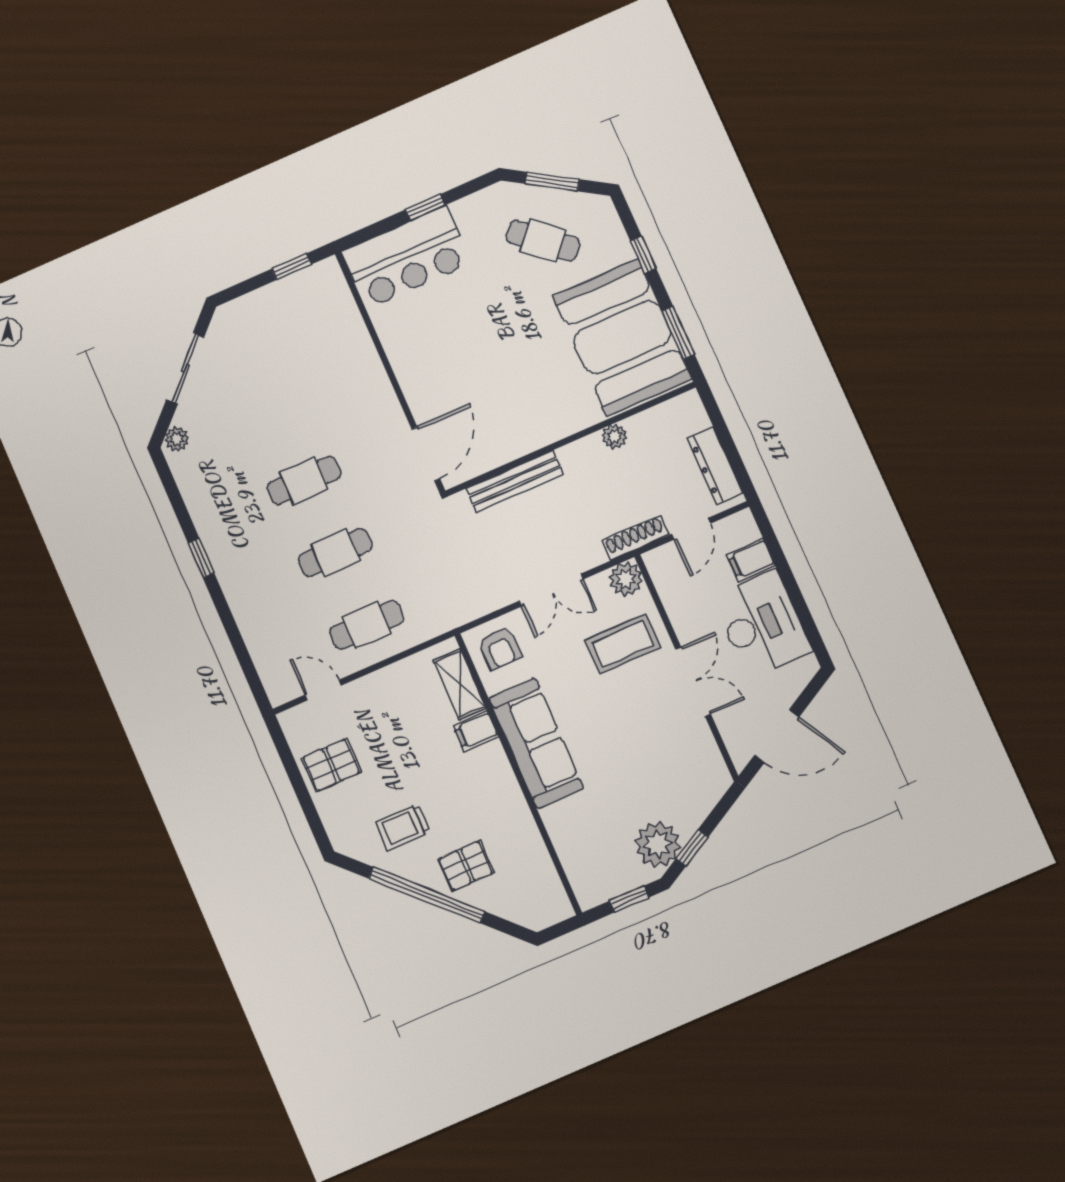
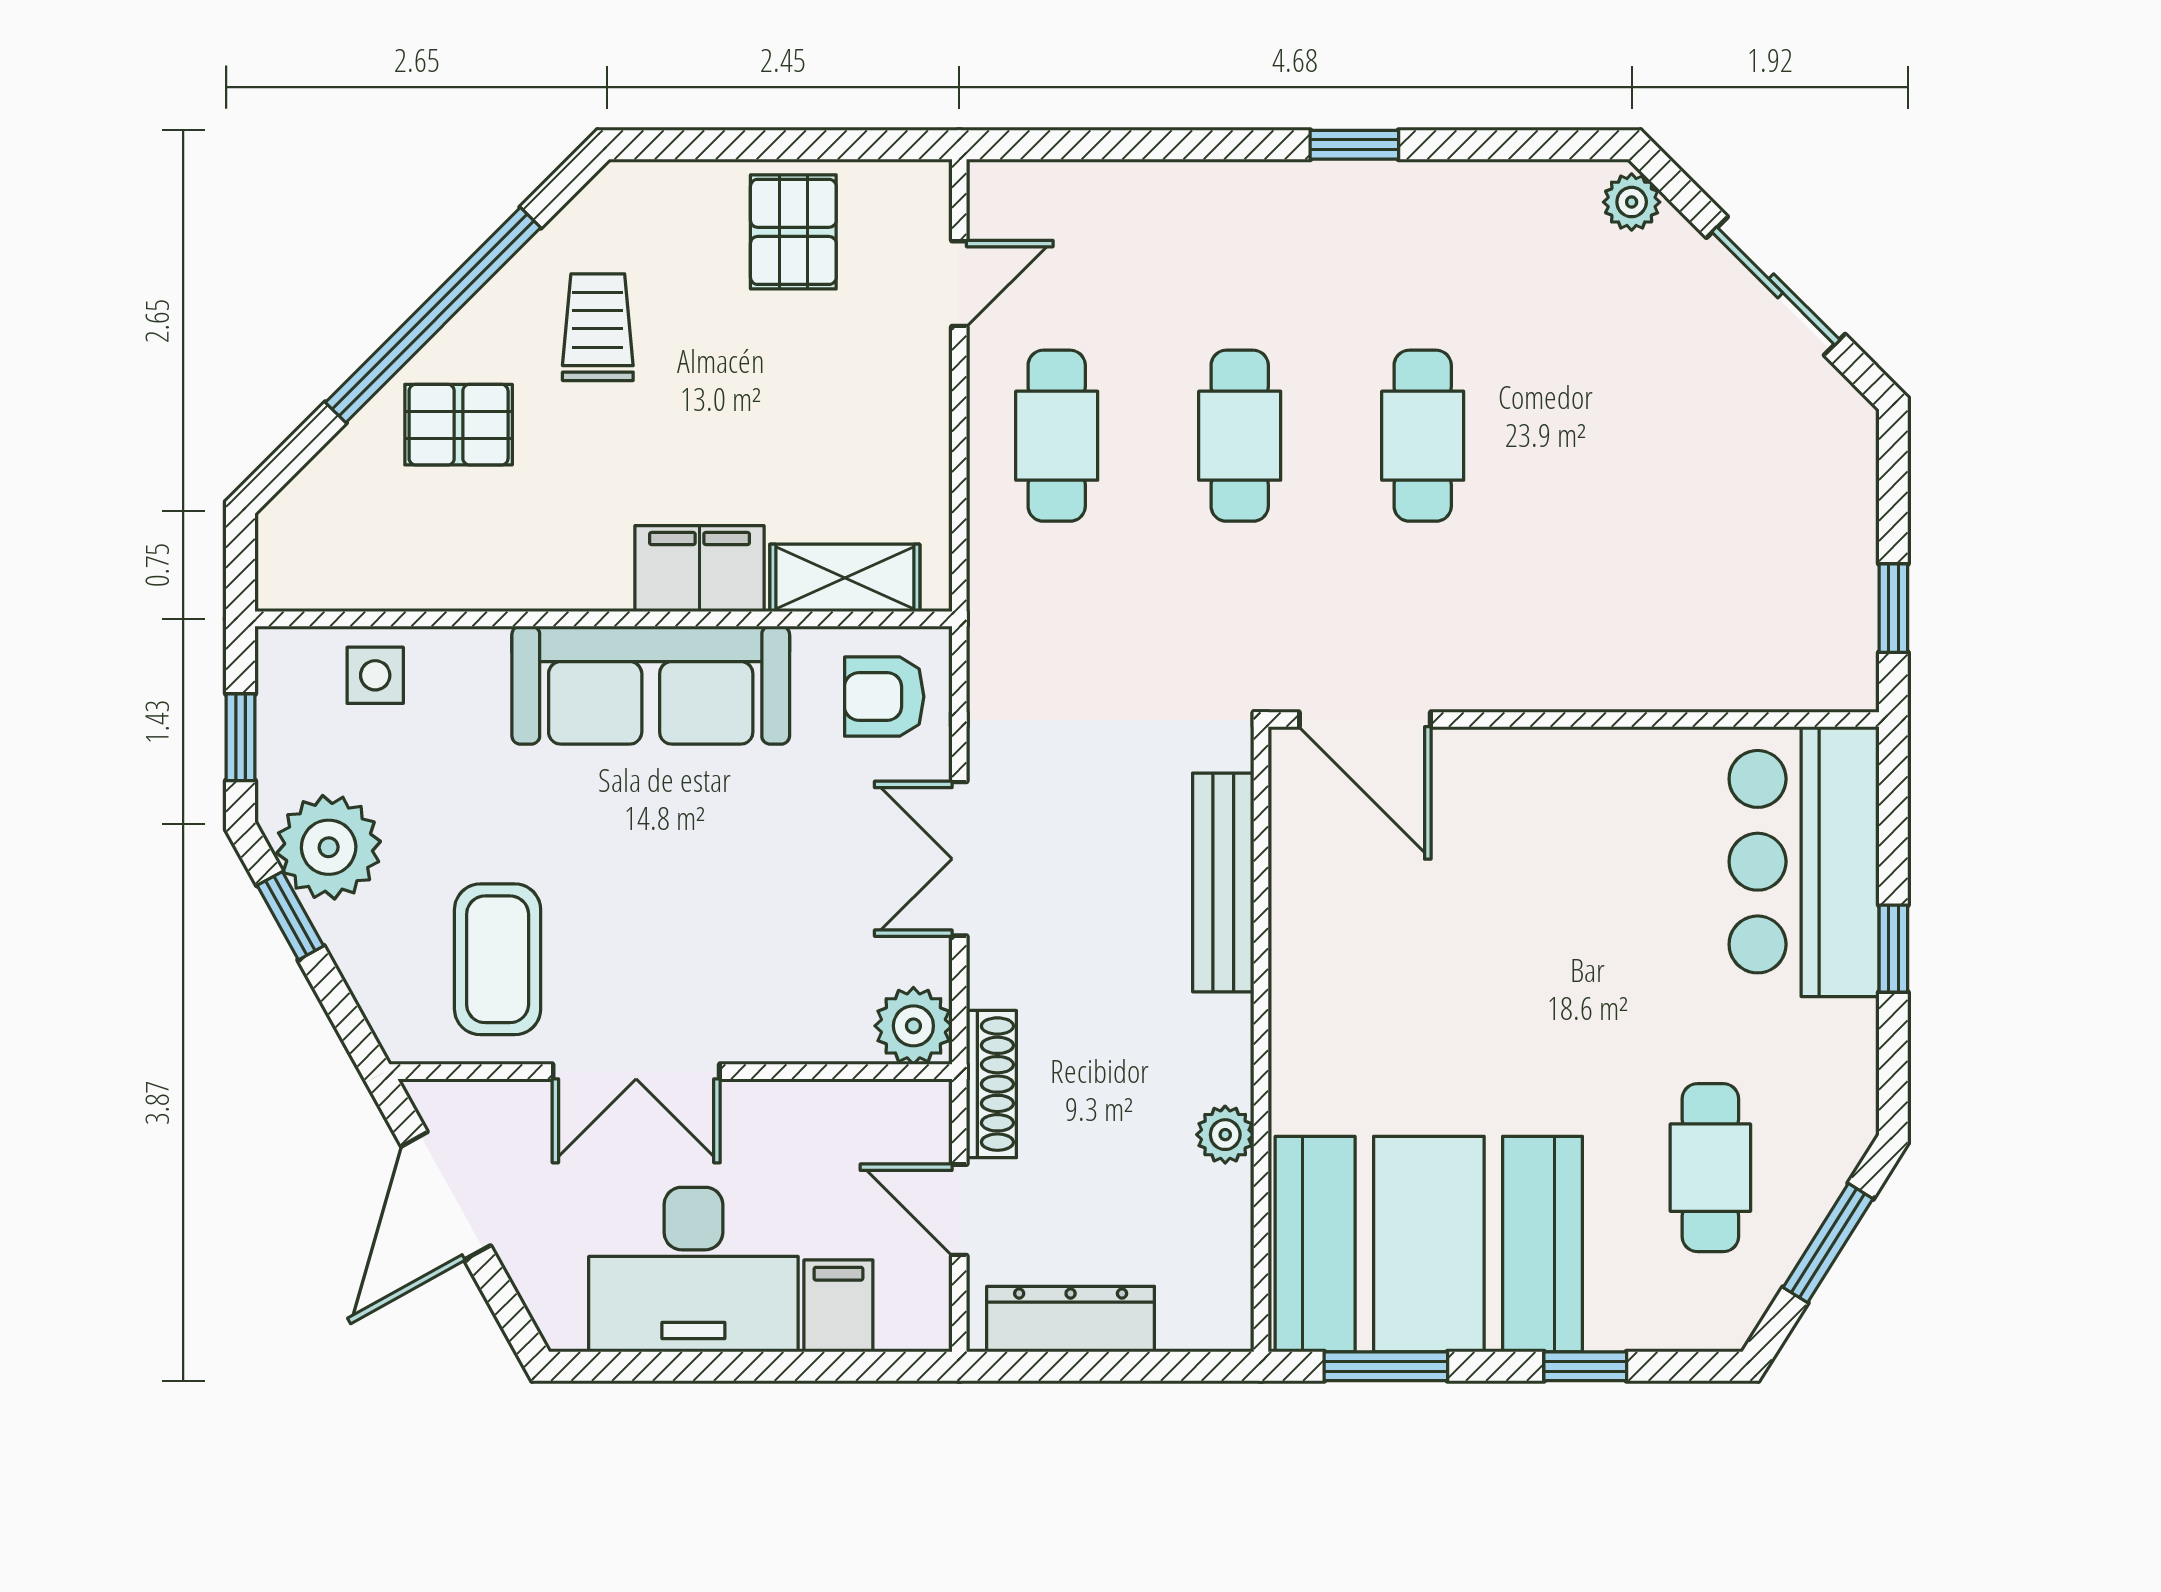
cafe table: (543, 241) -> (1710, 1168), turned -41
coffee table: (623, 644) -> (498, 959), moved
filing cabinet: (476, 731) -> (699, 569), width x2.00
side table: (581, 856) -> (375, 675), added
pallet: (466, 866) -> (459, 425), turned 90

